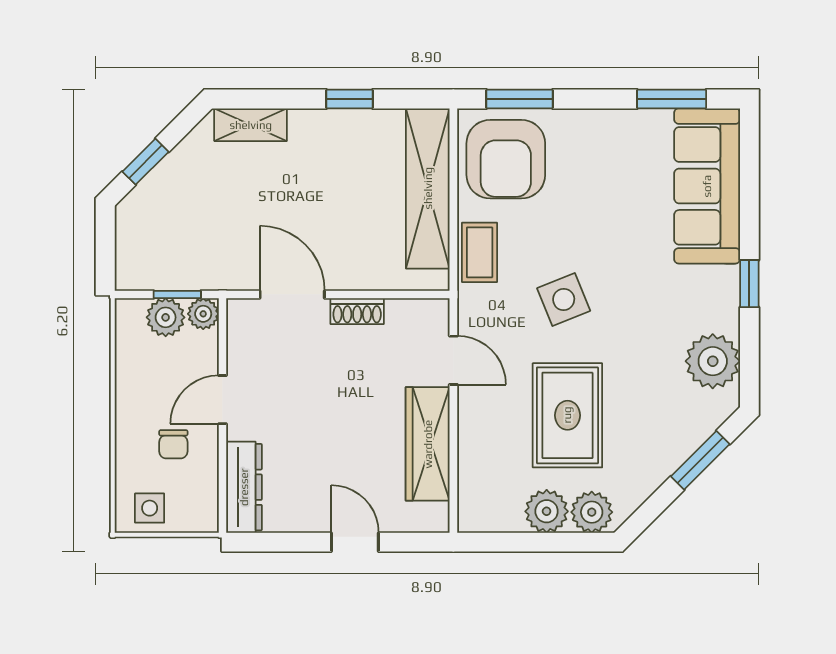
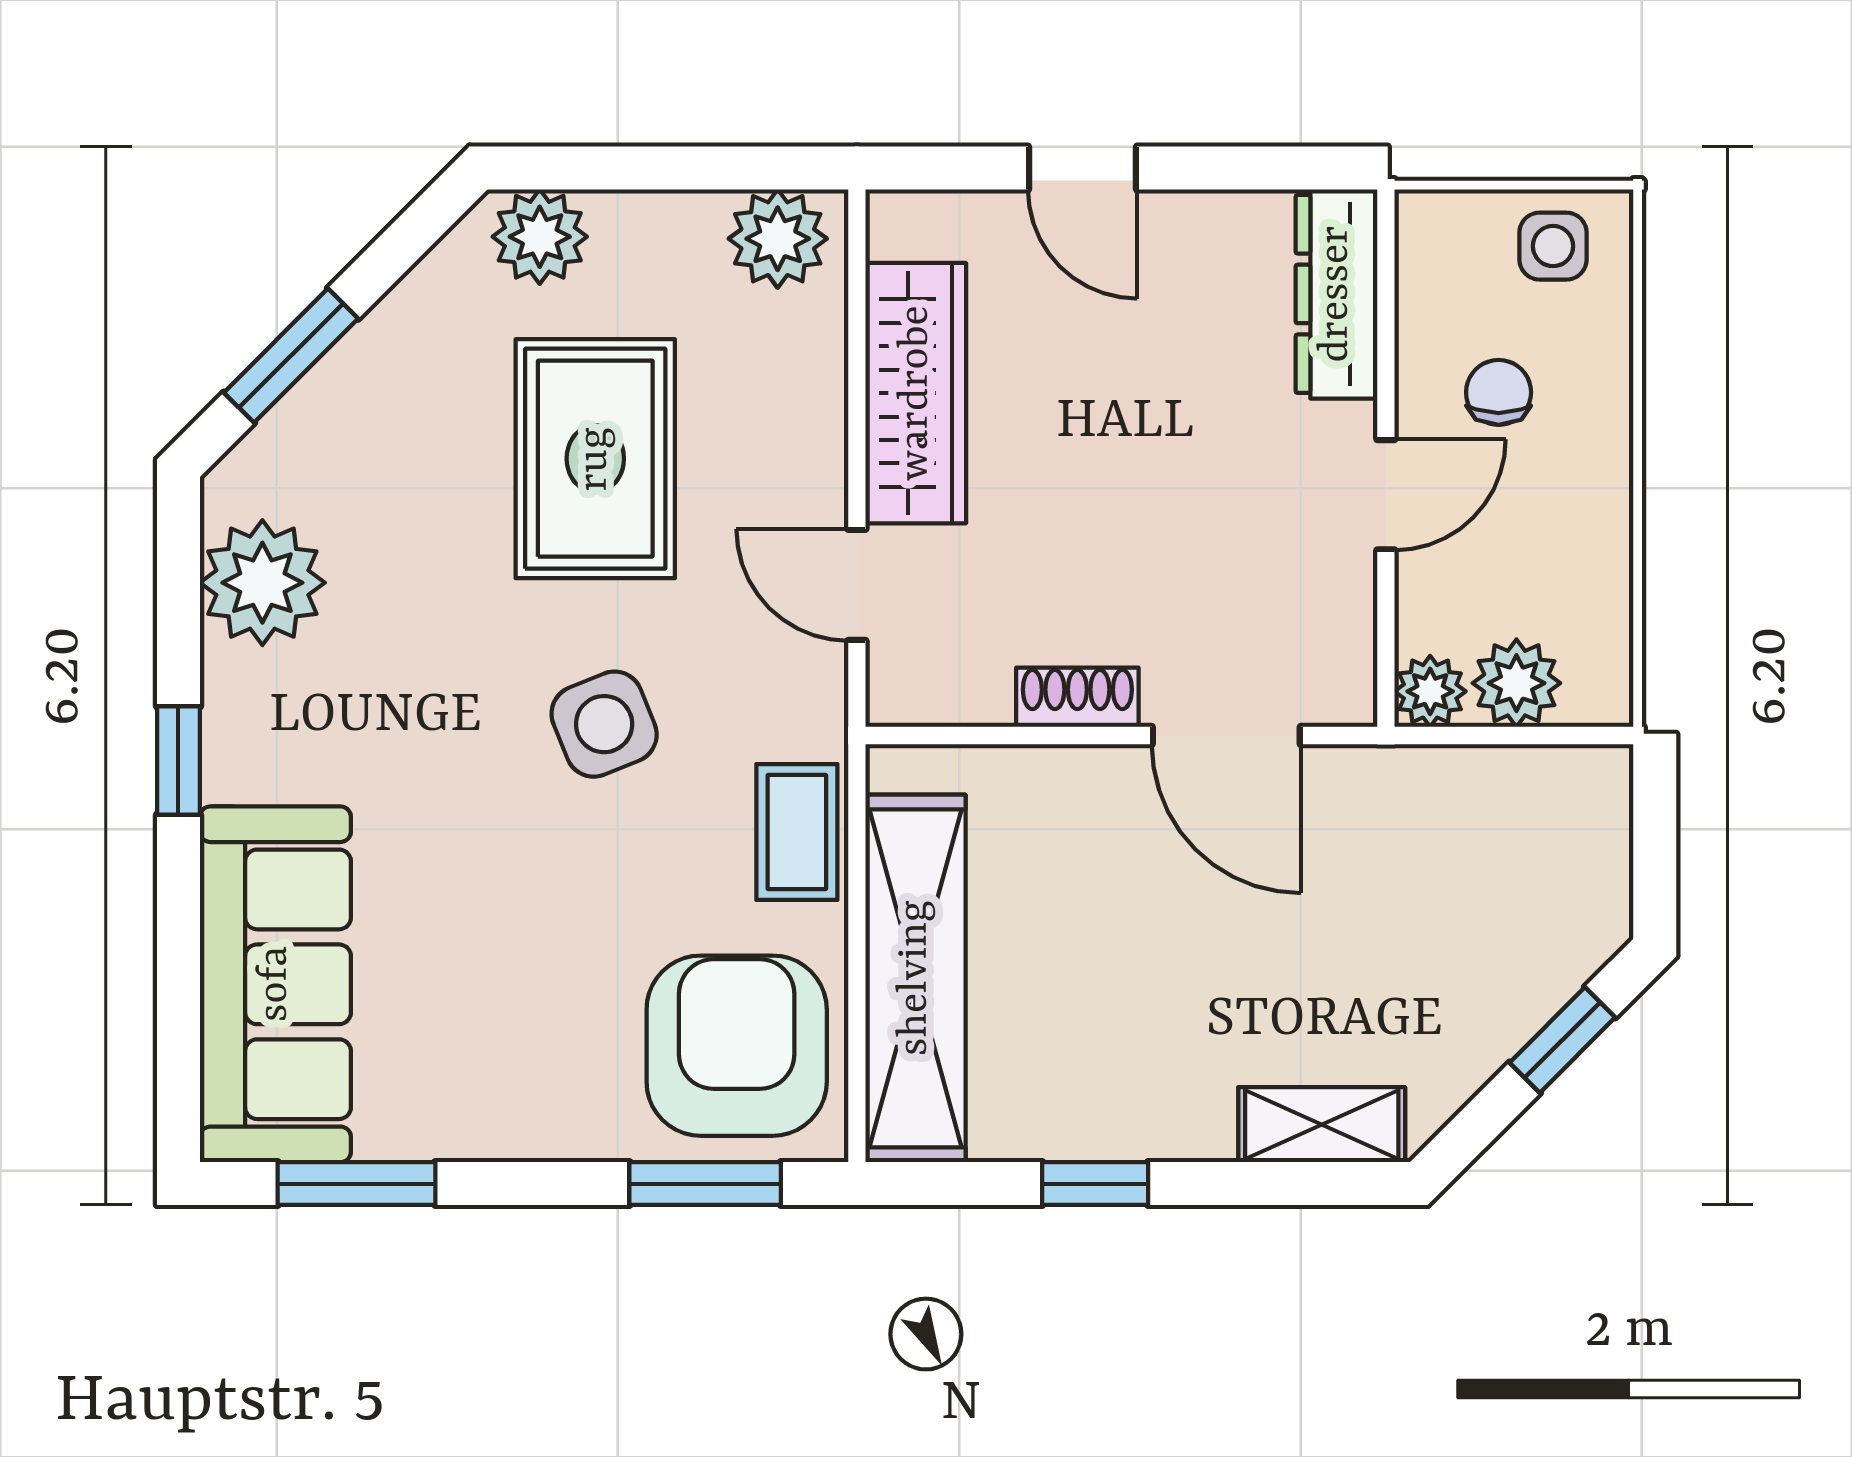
window: (177, 294) -> (1490, 736), removed
plant: (547, 511) -> (778, 239), moved

